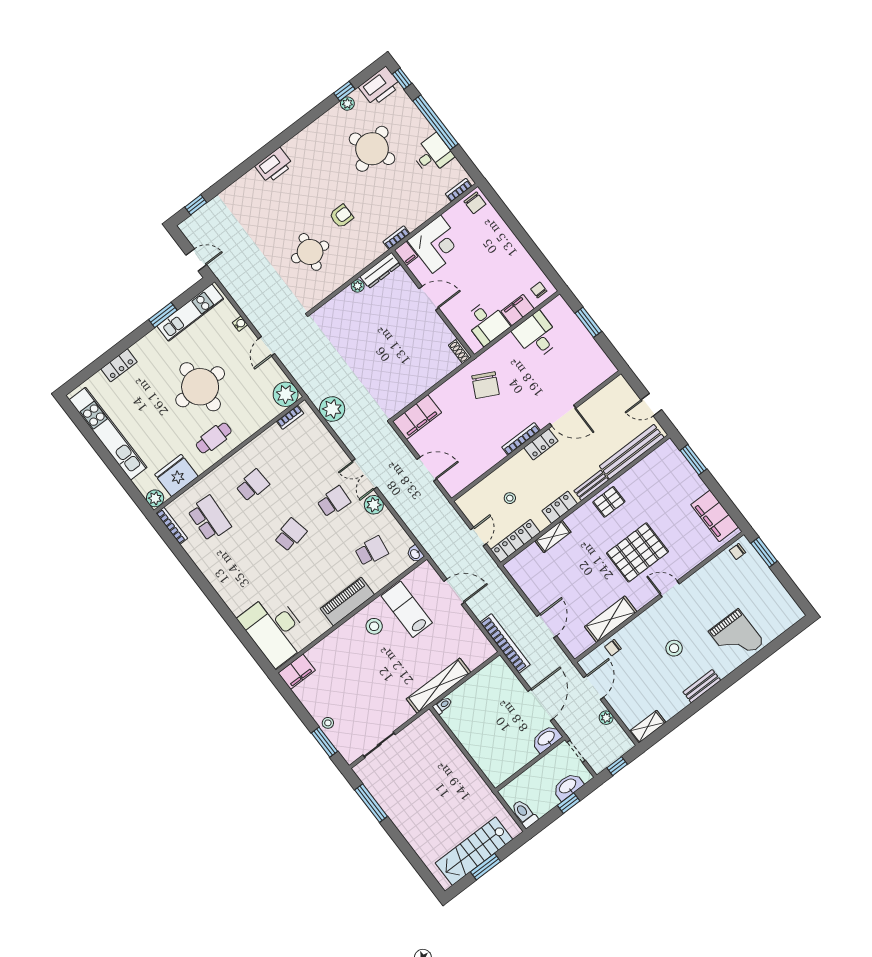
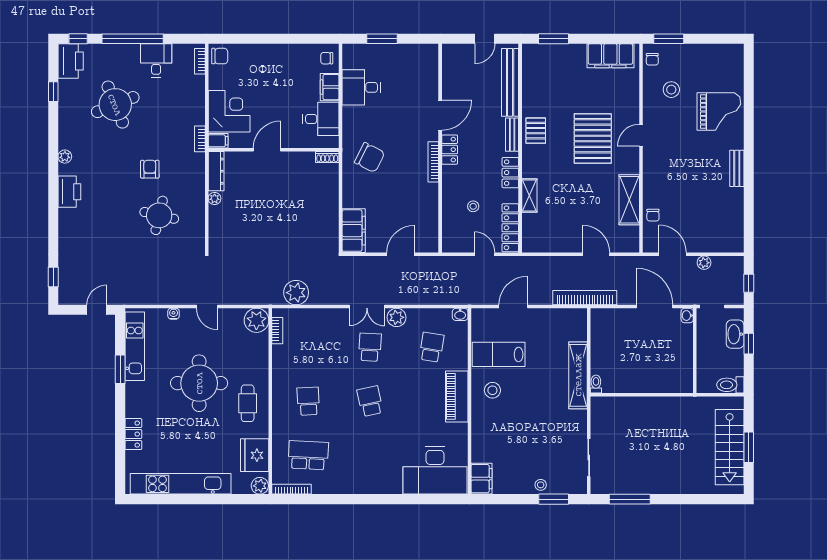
plant: (347, 104) -> (65, 157), moved
stool: (674, 648) -> (671, 90), moved
shelving: (648, 727) -> (736, 236), removed
washbasin: (546, 739) -> (687, 316), width x0.52, depth x0.69

